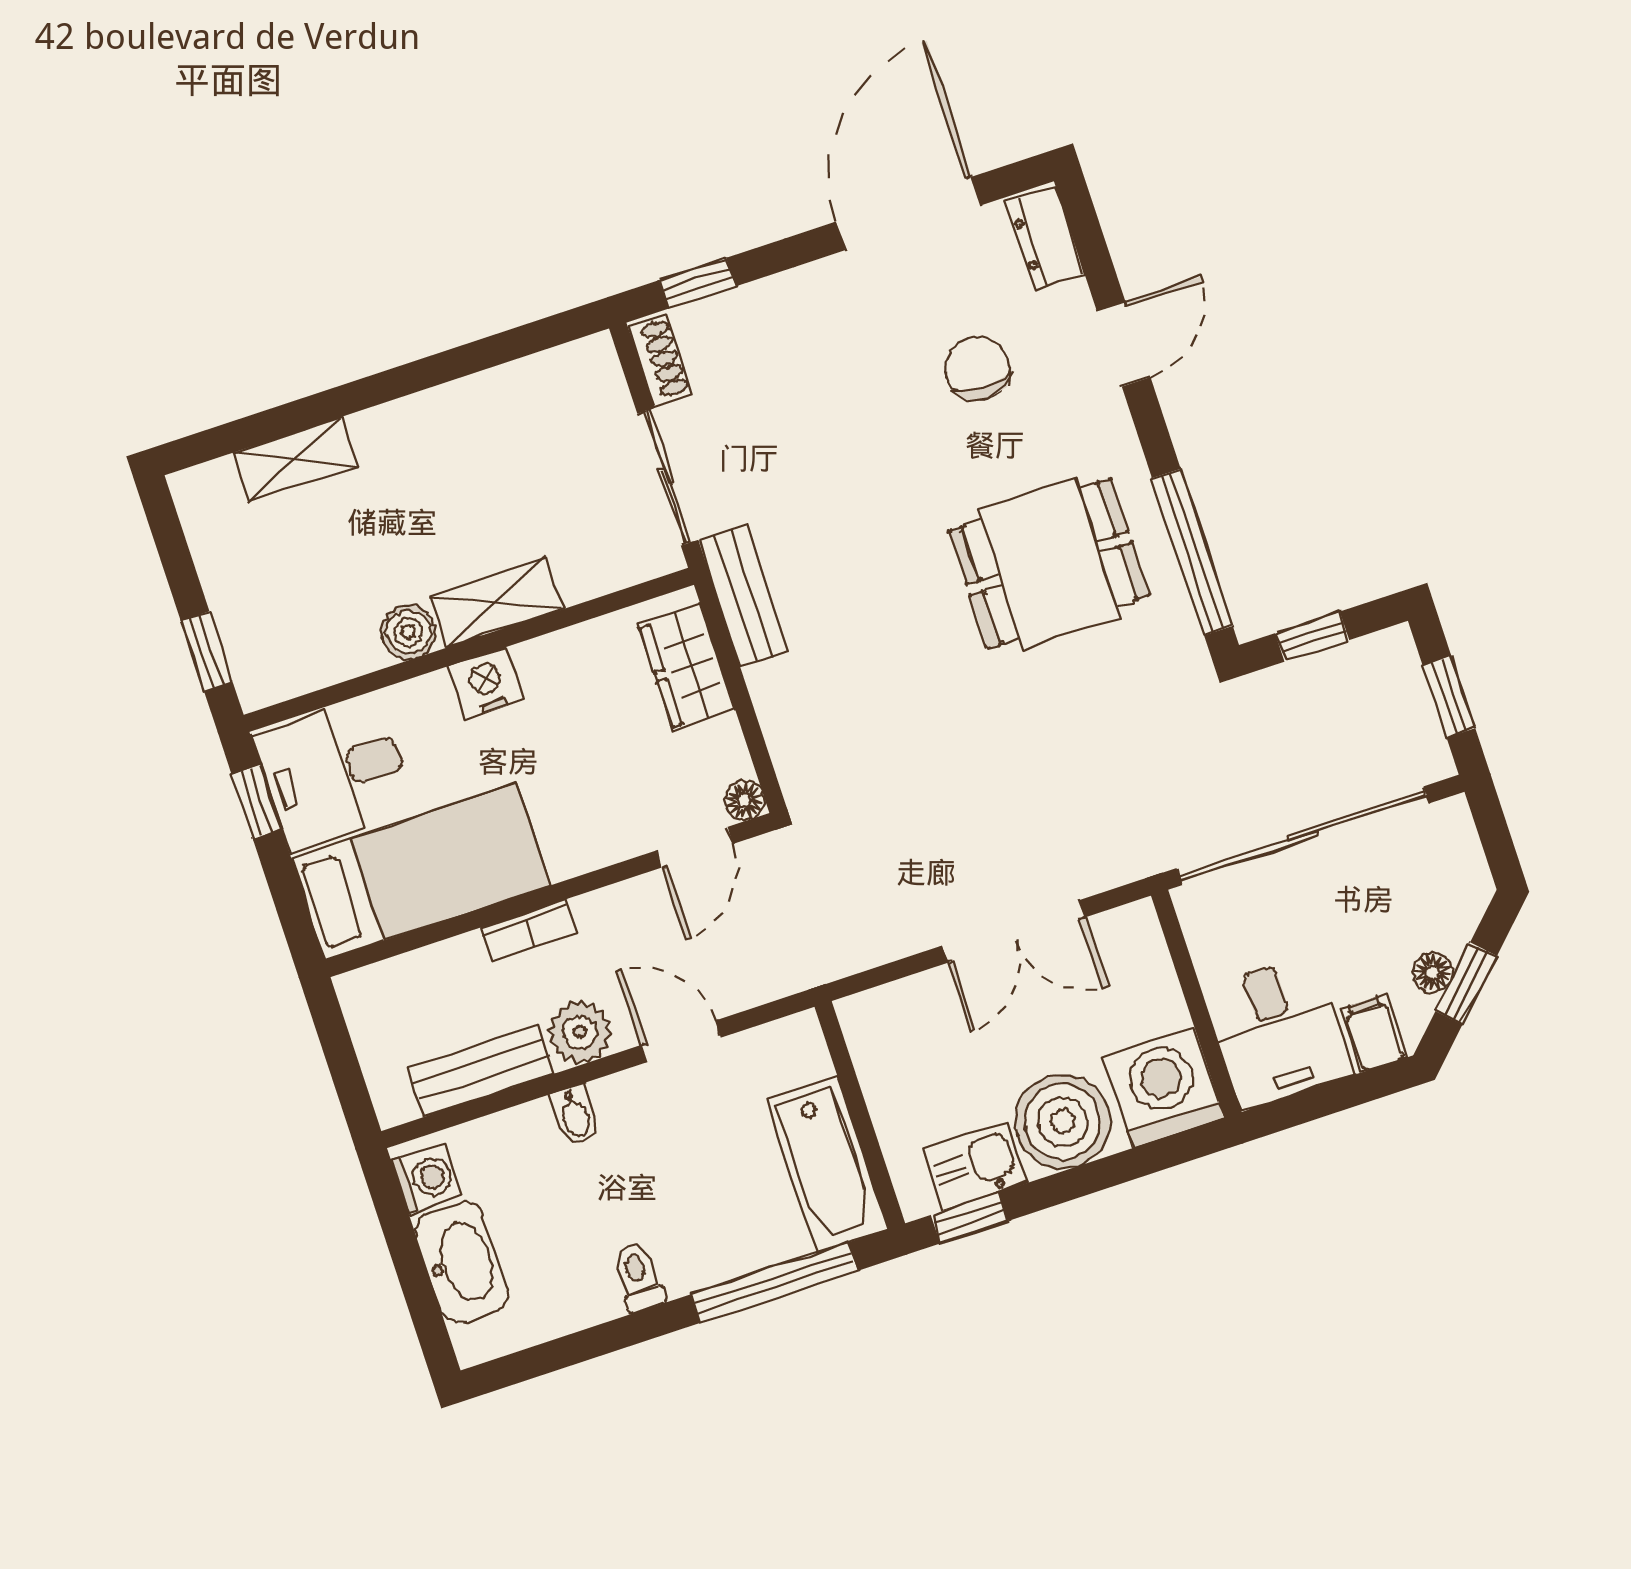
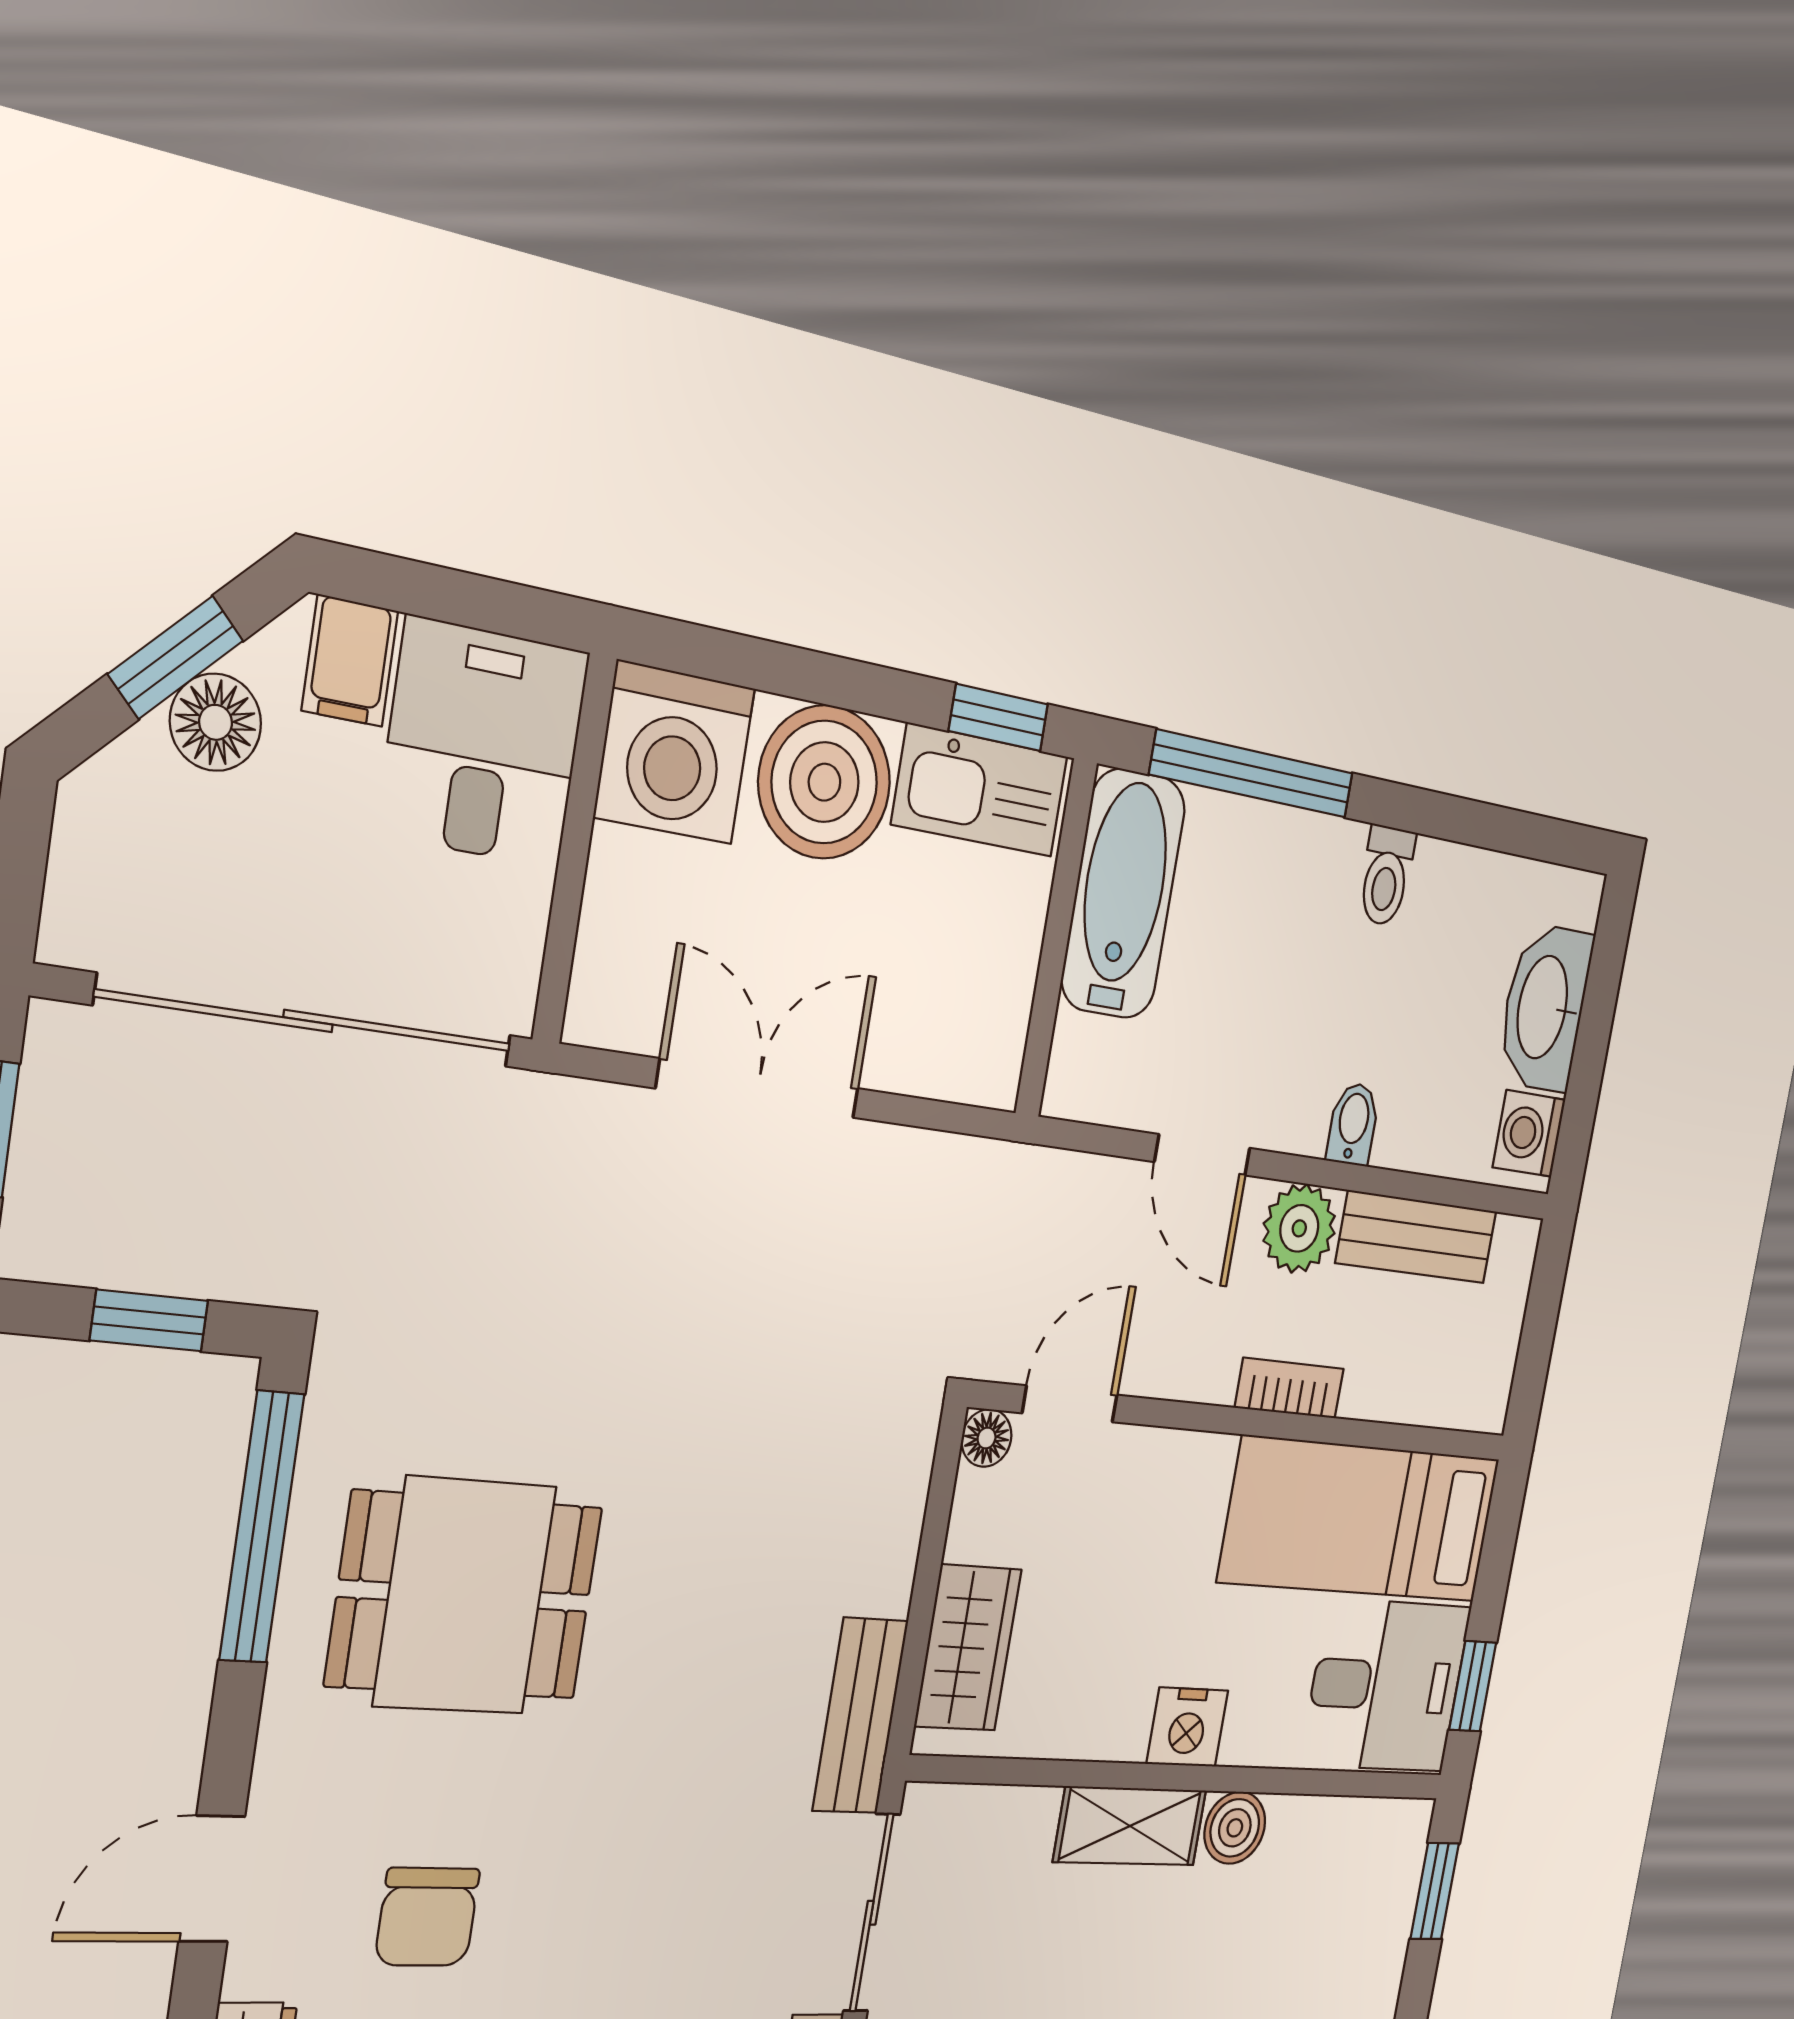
floor lamp: (1433, 973) -> (216, 722), width x1.37, depth x1.37
kitchen sink: (975, 1166) -> (980, 790), width x1.38

